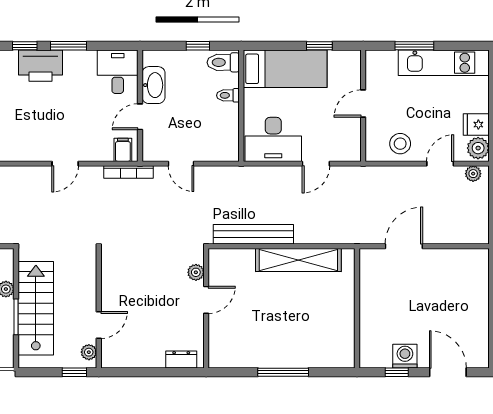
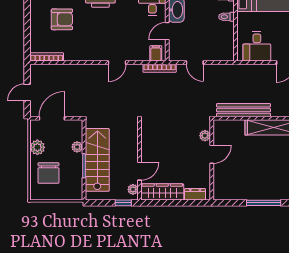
desk: (273, 139) -> (257, 46), width x0.73
wardrobe: (132, 356) -> (162, 192), added

